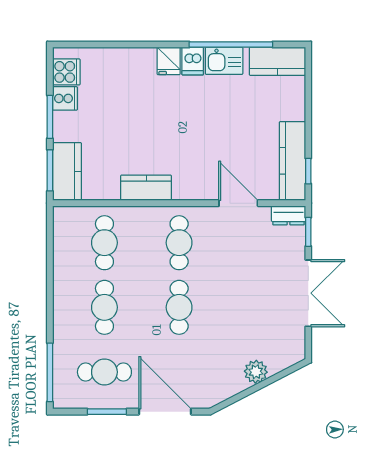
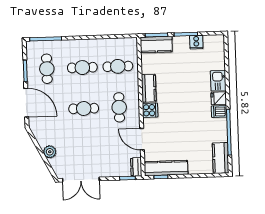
kitchen sink: (224, 61) -> (218, 81), moved
cooker: (66, 72) -> (150, 110), moved, turned -90
door: (238, 203) -> (142, 139), swing flipped
cafe table: (179, 243) -> (119, 107), turned 90
double door: (308, 293) -> (81, 180), moved
door: (165, 412) -> (26, 103), hinge flipped

